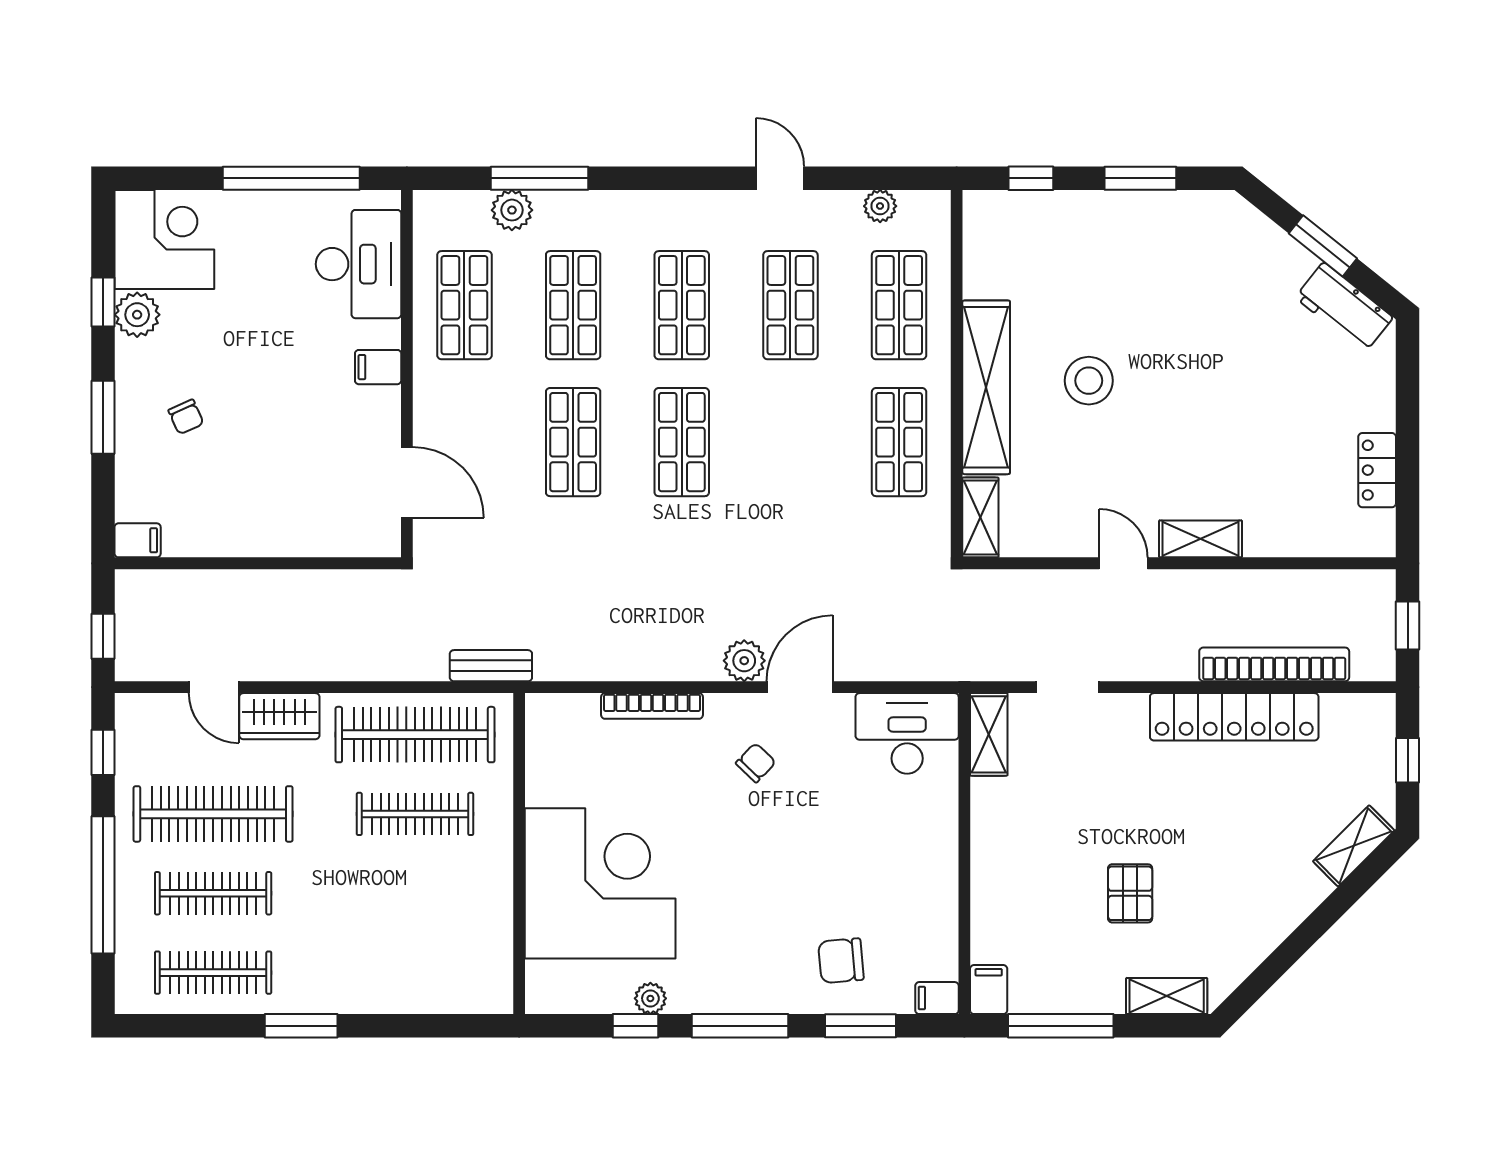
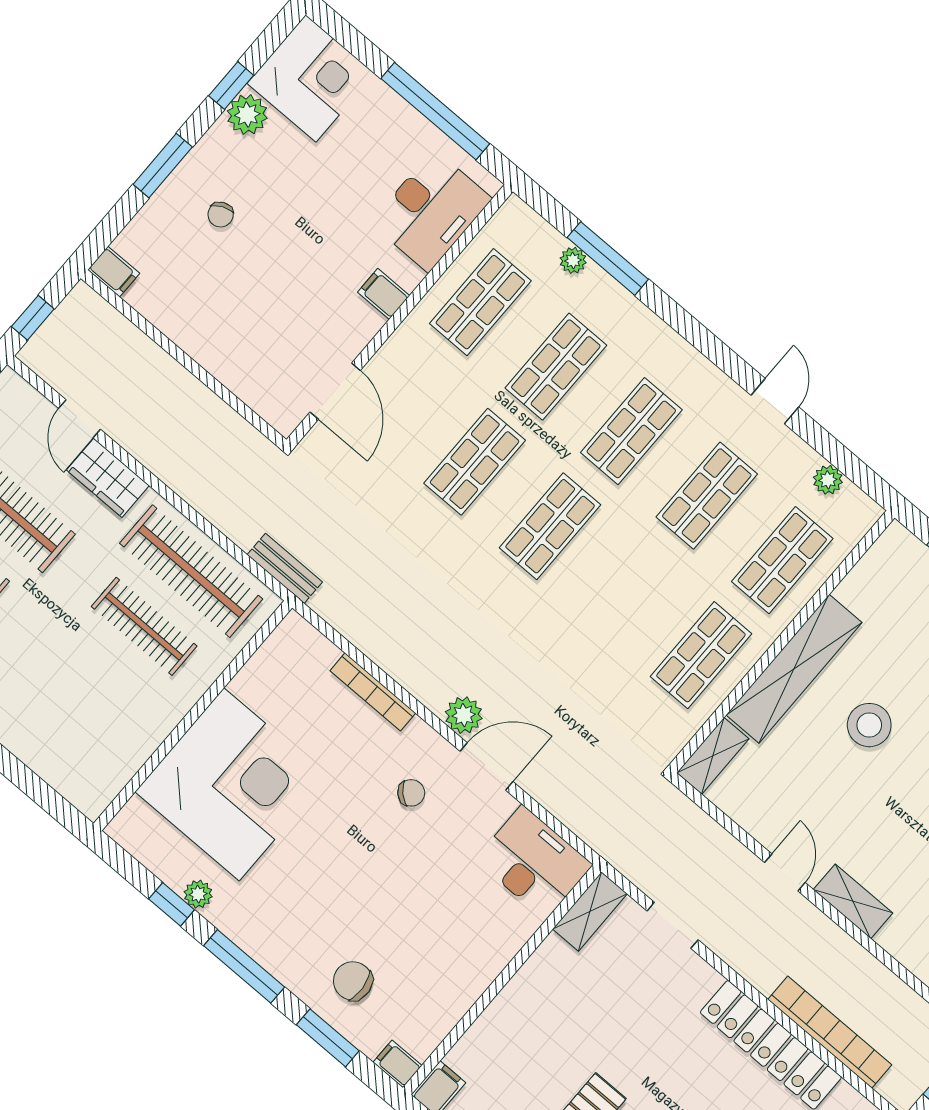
plant: (512, 210) -> (573, 260), width x0.73, depth x0.73

